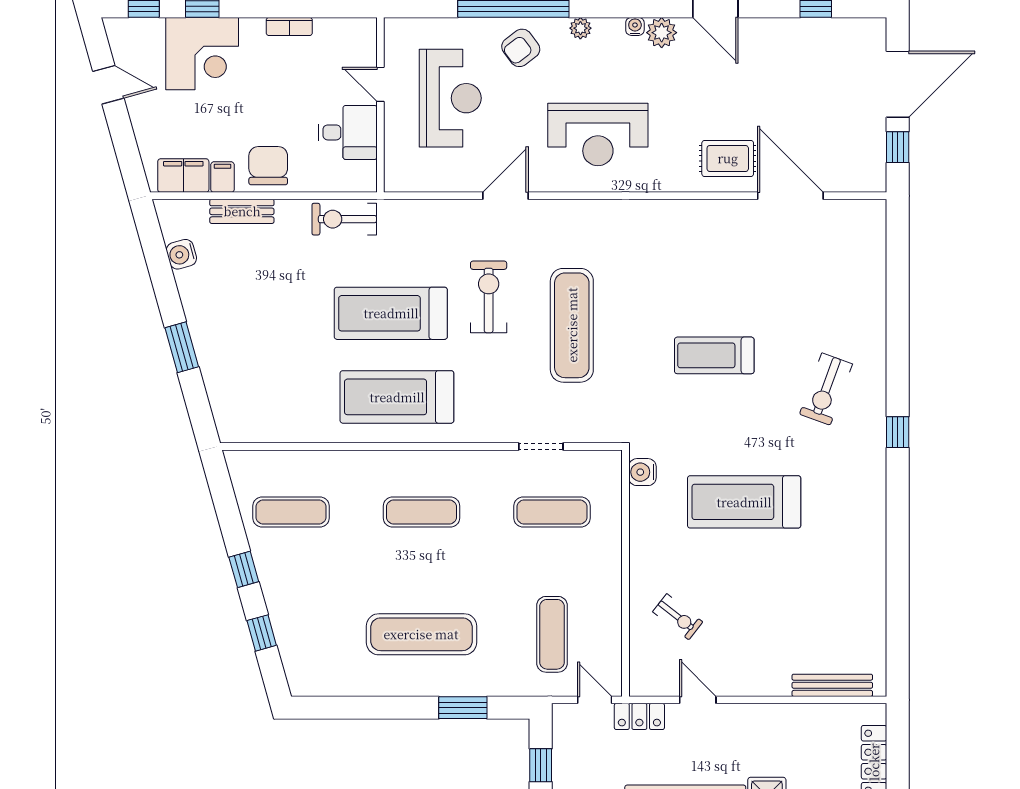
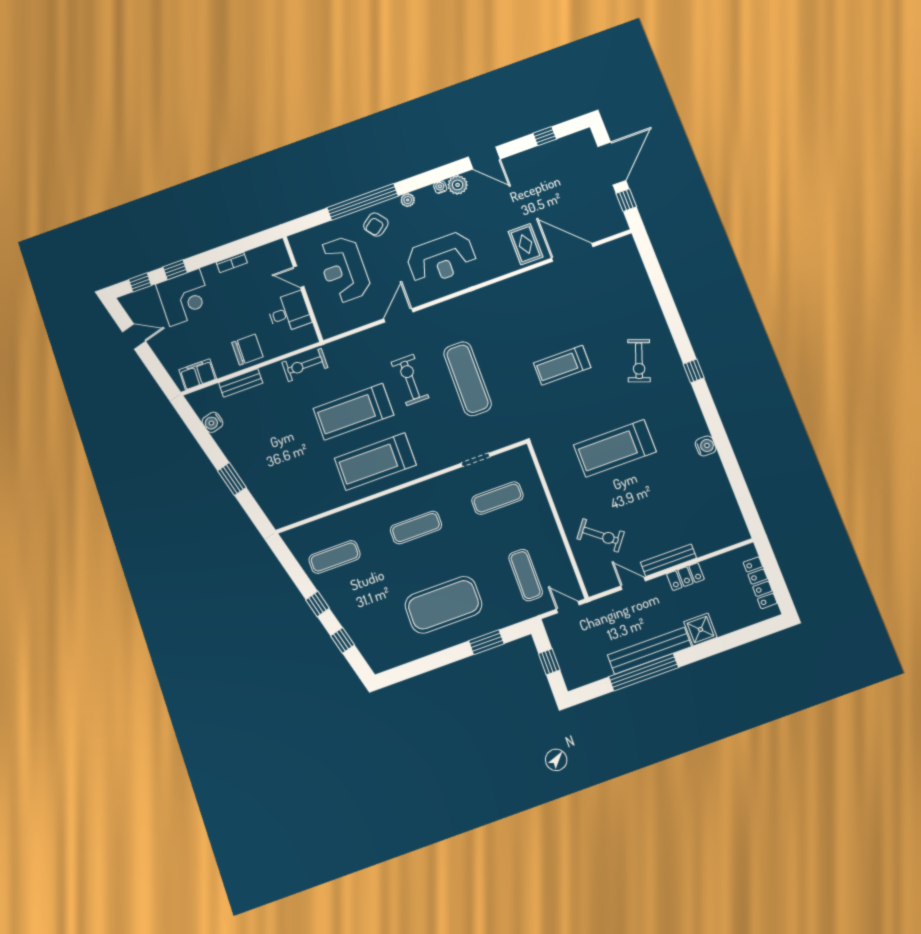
reception desk: (450, 98) -> (344, 270), turned 180
rug: (728, 158) -> (526, 244), turned 90
chair: (268, 166) -> (247, 350), turned 90
filing cabinet: (223, 177) -> (222, 367), removed
water cooler: (642, 472) -> (706, 446), moved, turned 180
exercise bike: (678, 617) -> (601, 535), width x1.38, depth x1.39
exercise mat: (421, 634) -> (443, 605), width x1.47
bench: (832, 685) -> (668, 560), moved
locker: (639, 716) -> (685, 577), moved

